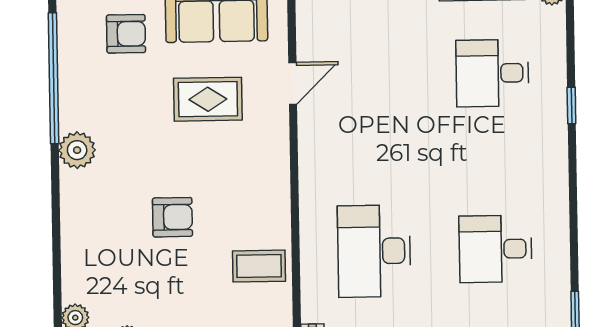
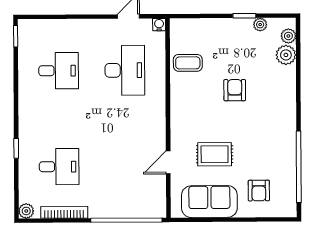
armchair: (126, 34) -> (259, 191), turned -90
plant: (77, 150) -> (286, 55), moved
armchair: (172, 217) -> (235, 90), turned 90

